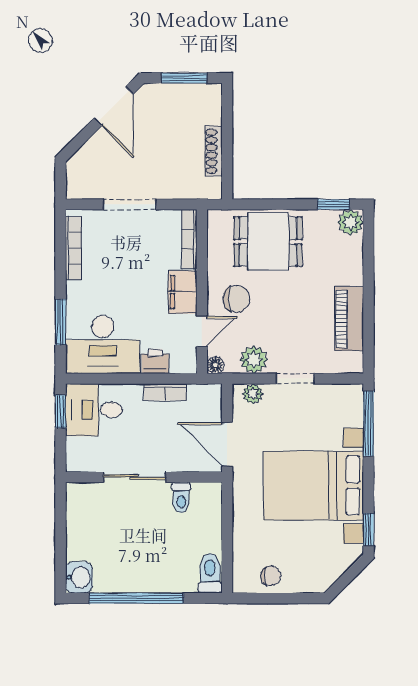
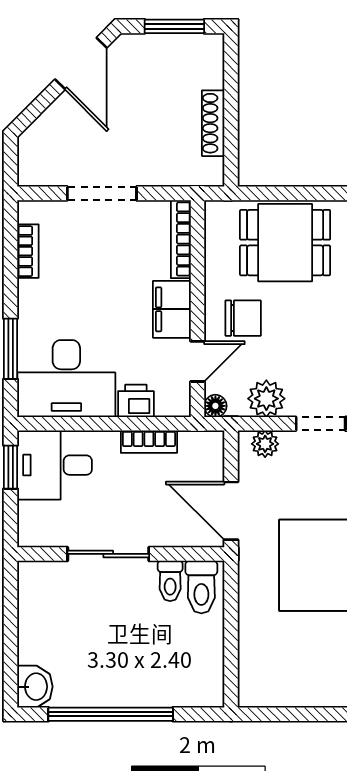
bookcase: (74, 248) -> (28, 251), width x0.64
toilet: (210, 573) -> (201, 587), moved, turned 180
chair: (271, 576) -> (289, 685), removed

